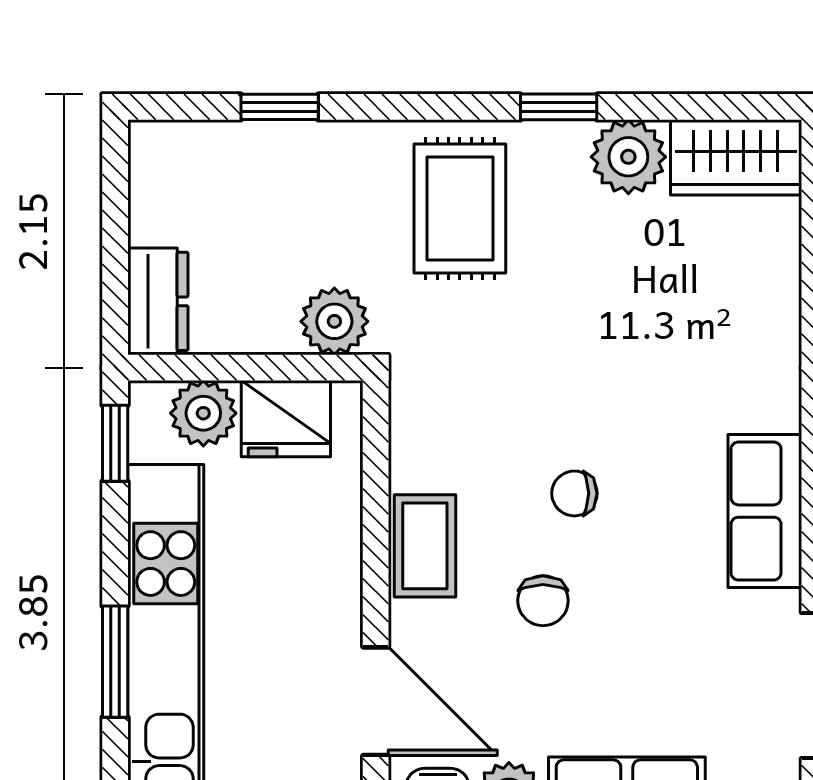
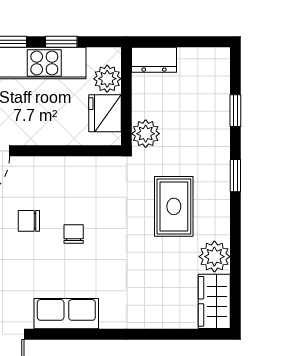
window: (559, 107) -> (235, 176), moved
rug: (460, 209) -> (174, 206), moved, turned 90
window: (115, 443) -> (61, 42), moved
coffee table: (425, 546) -> (52, 171), removed

